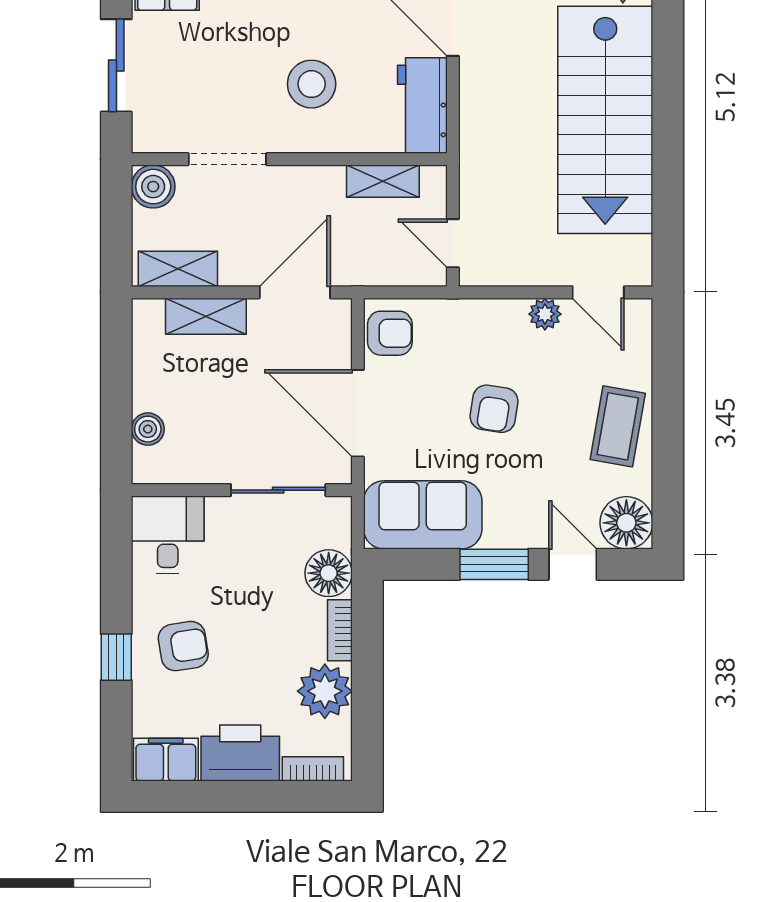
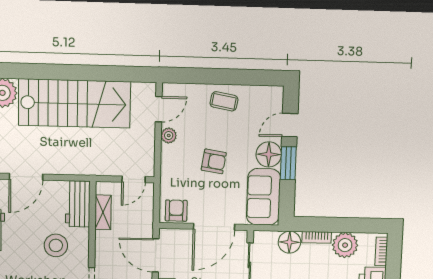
workbench: (422, 106) -> (78, 204), moved, turned 90
coffee table: (618, 426) -> (224, 101), width x0.73, depth x0.77
floor lamp: (626, 523) -> (269, 154), moved

